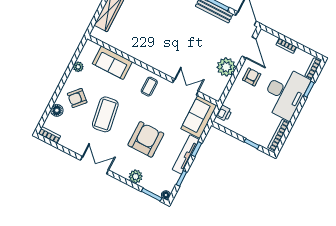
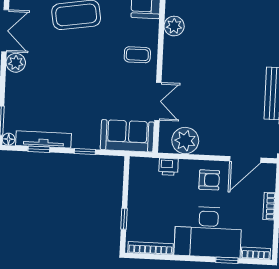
plant: (141, 54) -> (174, 26), added
plant: (226, 67) -> (185, 141), moved
printer: (224, 113) -> (168, 167), moved
armchair: (146, 139) -> (68, 81), removed
tv unit: (186, 154) -> (44, 139), moved
plant: (136, 177) -> (16, 63), moved

